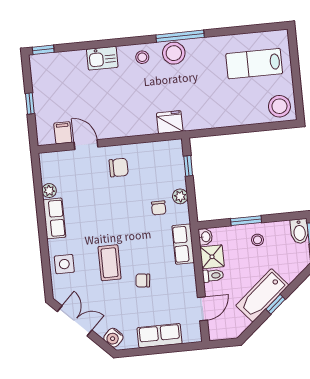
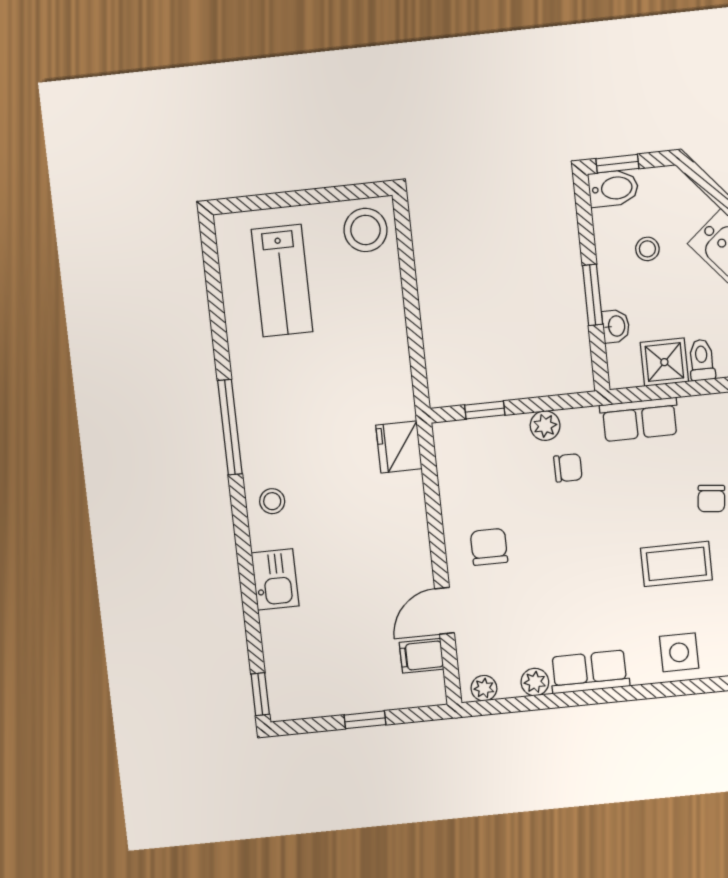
stool: (174, 53) -> (263, 439), removed
plant: (46, 165) -> (484, 688), added
washbasin: (205, 237) -> (616, 326), moved, turned 90
stool: (258, 240) -> (647, 249), moved

